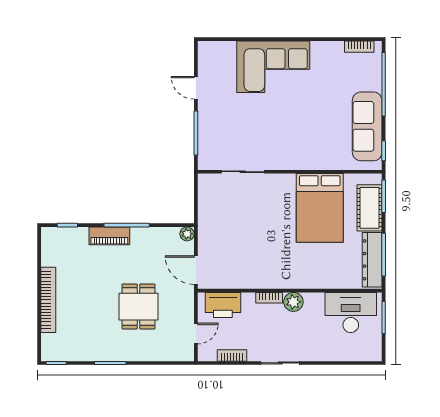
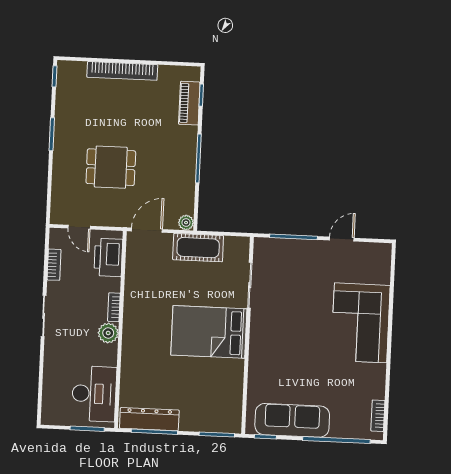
bed: (320, 208) -> (209, 332), moved
cot: (370, 208) -> (198, 248), moved
piano: (109, 236) -> (189, 103), moved

